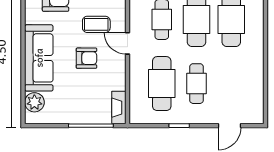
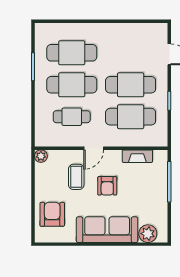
armchair: (86, 58) -> (107, 186), turned 180
cafe table: (197, 84) -> (131, 85), width x1.37, depth x1.35
fireplace: (119, 108) -> (137, 156), moved

